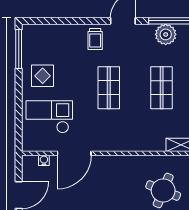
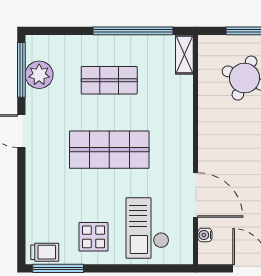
trolley: (95, 39) -> (45, 252), moved
shop shelf: (109, 88) -> (109, 150), width x1.43, depth x1.36

